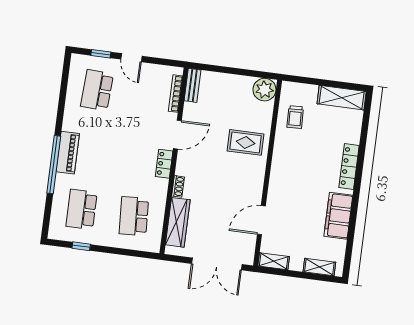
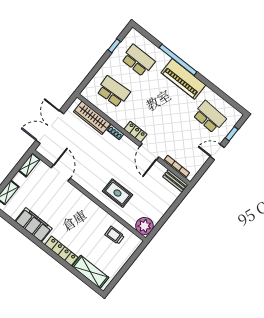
shelving: (342, 98) -> (90, 272), moved, turned 90
rug: (246, 142) -> (117, 193), turned 90
piano: (68, 153) -> (183, 79), width x1.37, depth x1.33

